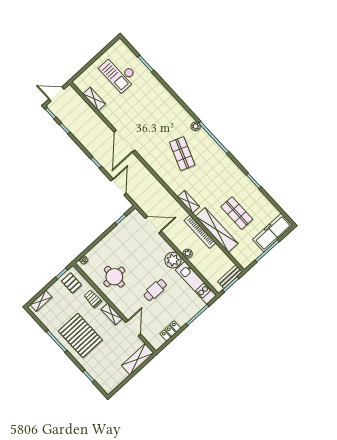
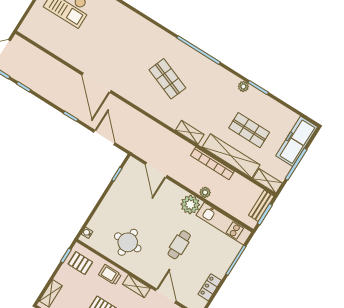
shelving: (94, 99) -> (268, 181), moved
plant: (196, 126) -> (243, 86), moved
door: (153, 225) -> (156, 170), swing flipped

